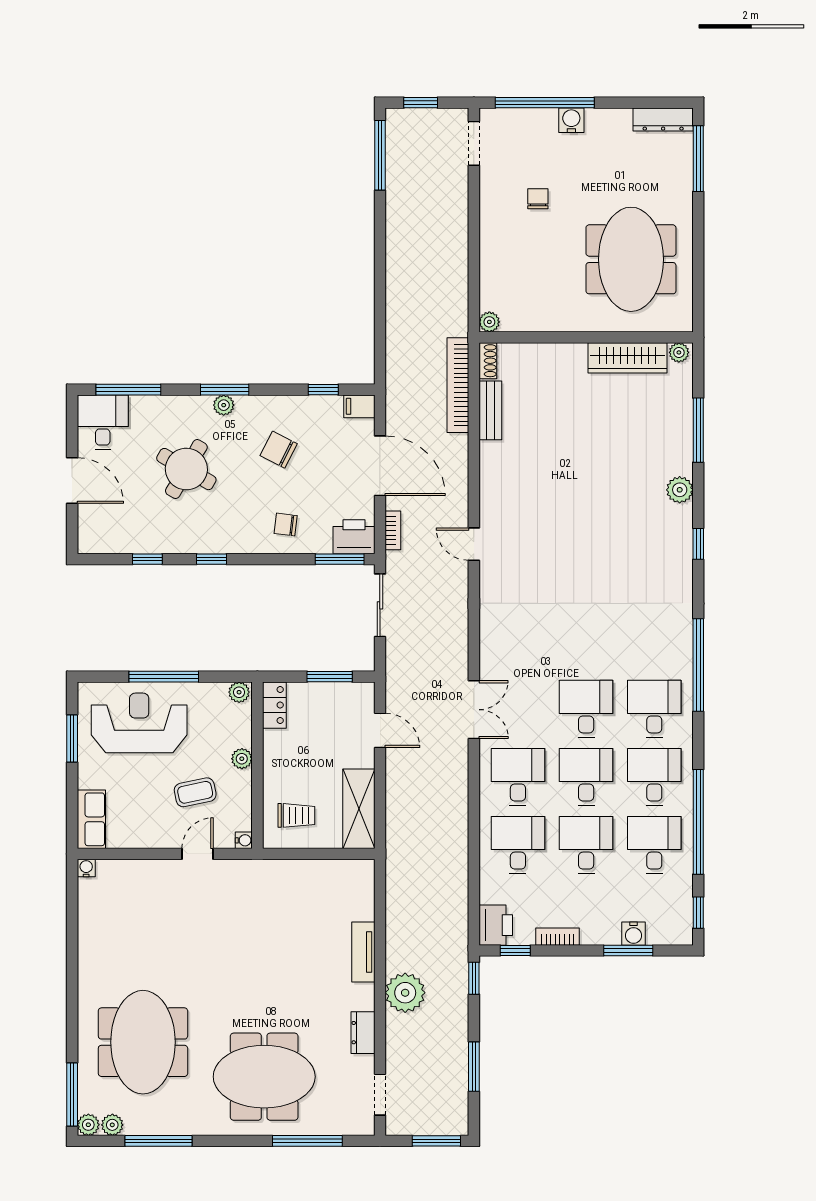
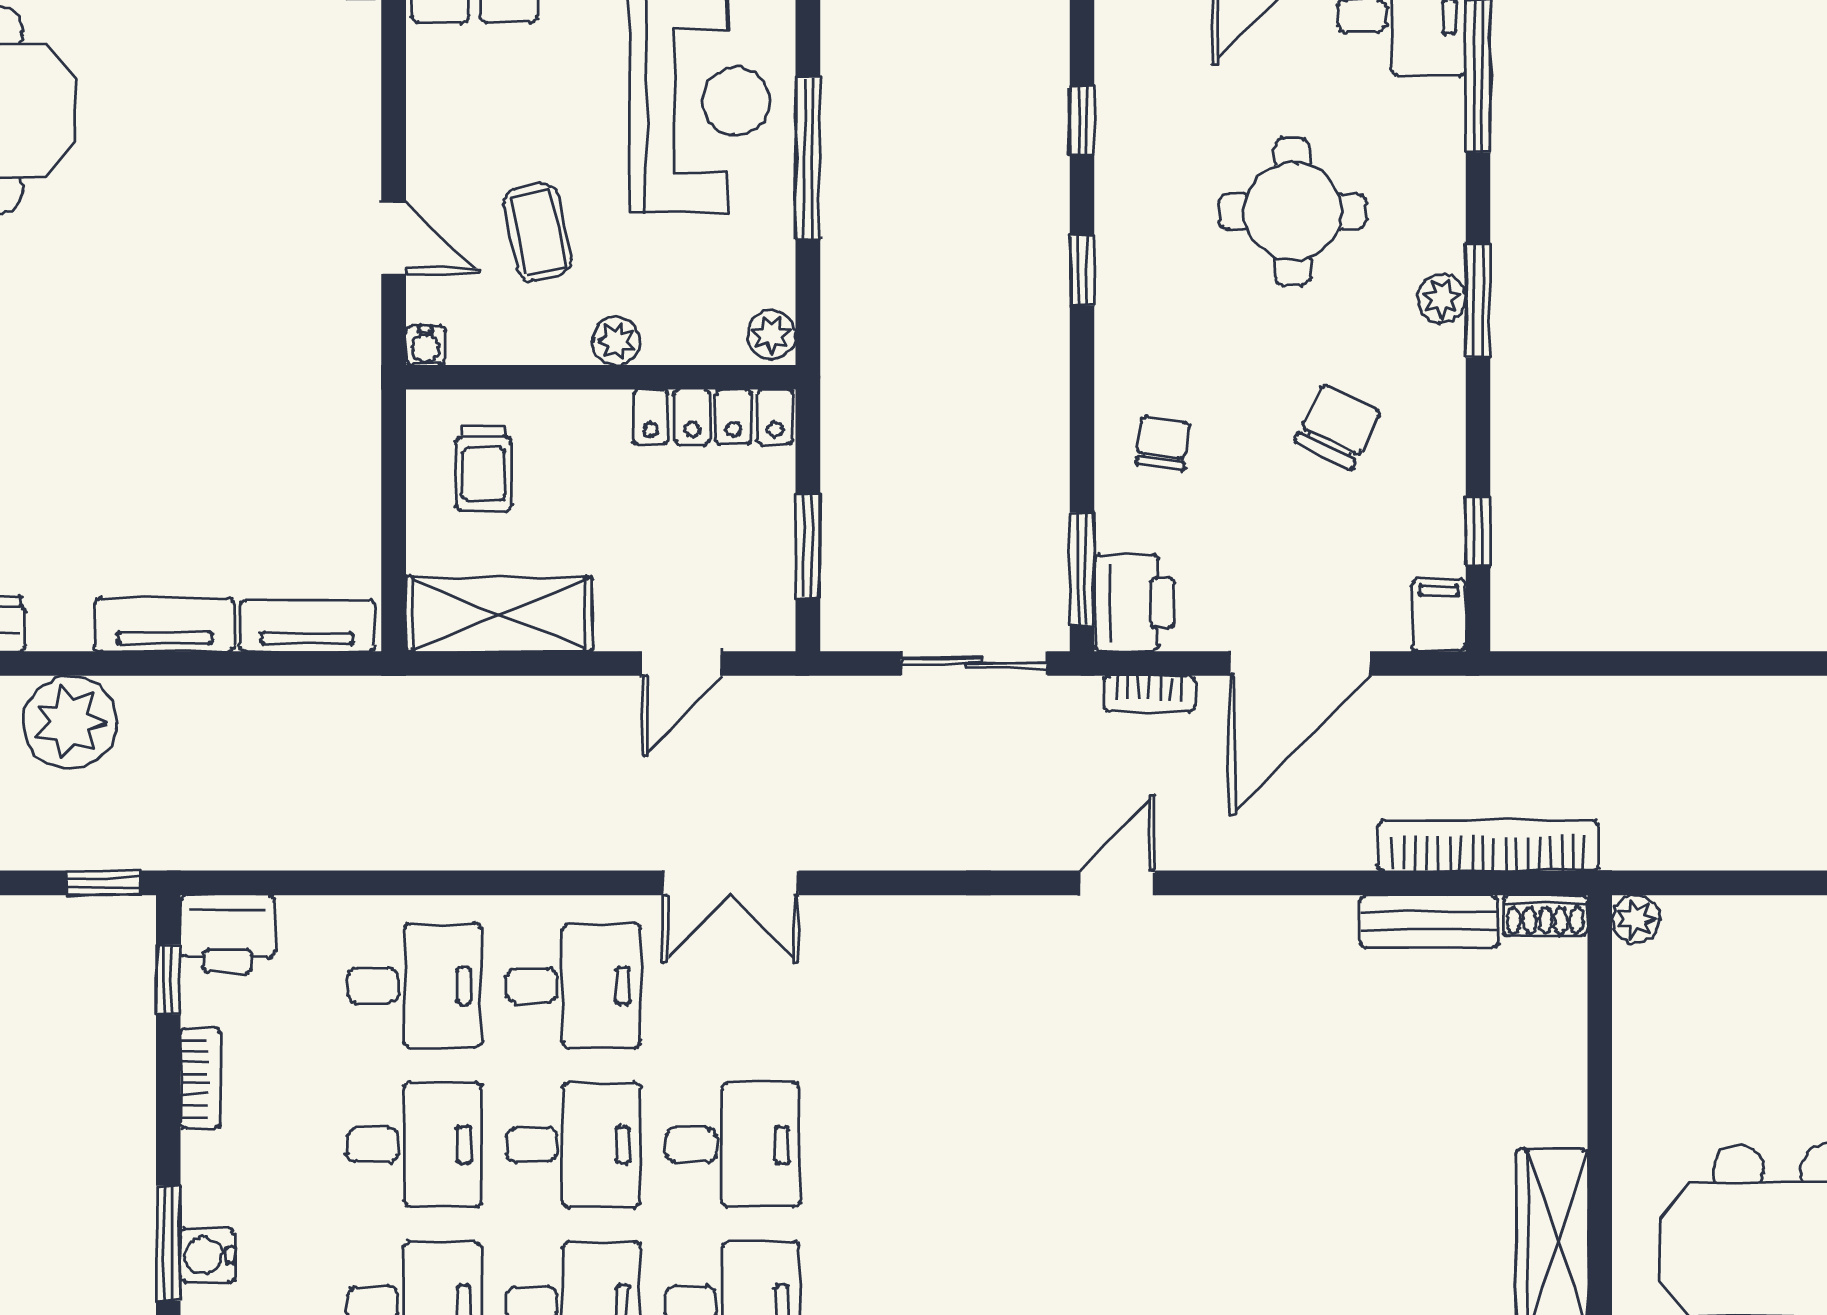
round table: (186, 469) -> (1292, 211), turned -30
locker: (274, 705) -> (713, 417), width x1.53
tv unit: (364, 891) -> (307, 625), added

